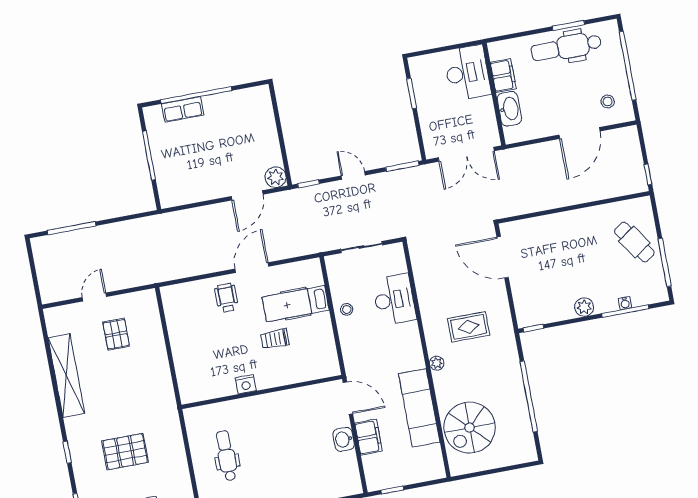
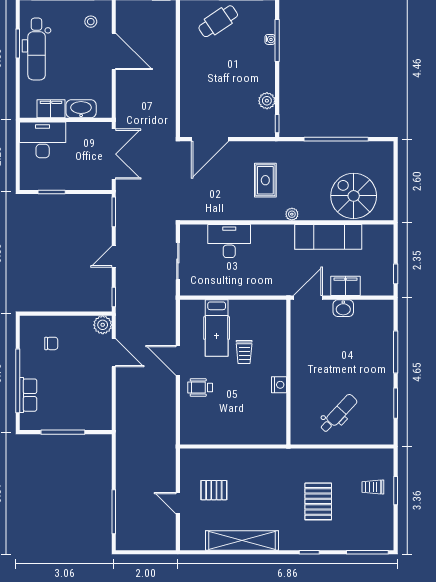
chair: (244, 124) -> (51, 343), added
plant: (584, 307) -> (267, 101), moved
stool: (347, 309) -> (230, 284), removed
spiral stairs: (470, 428) -> (354, 196), turned 180
dental chair: (226, 456) -> (338, 413), turned 133

